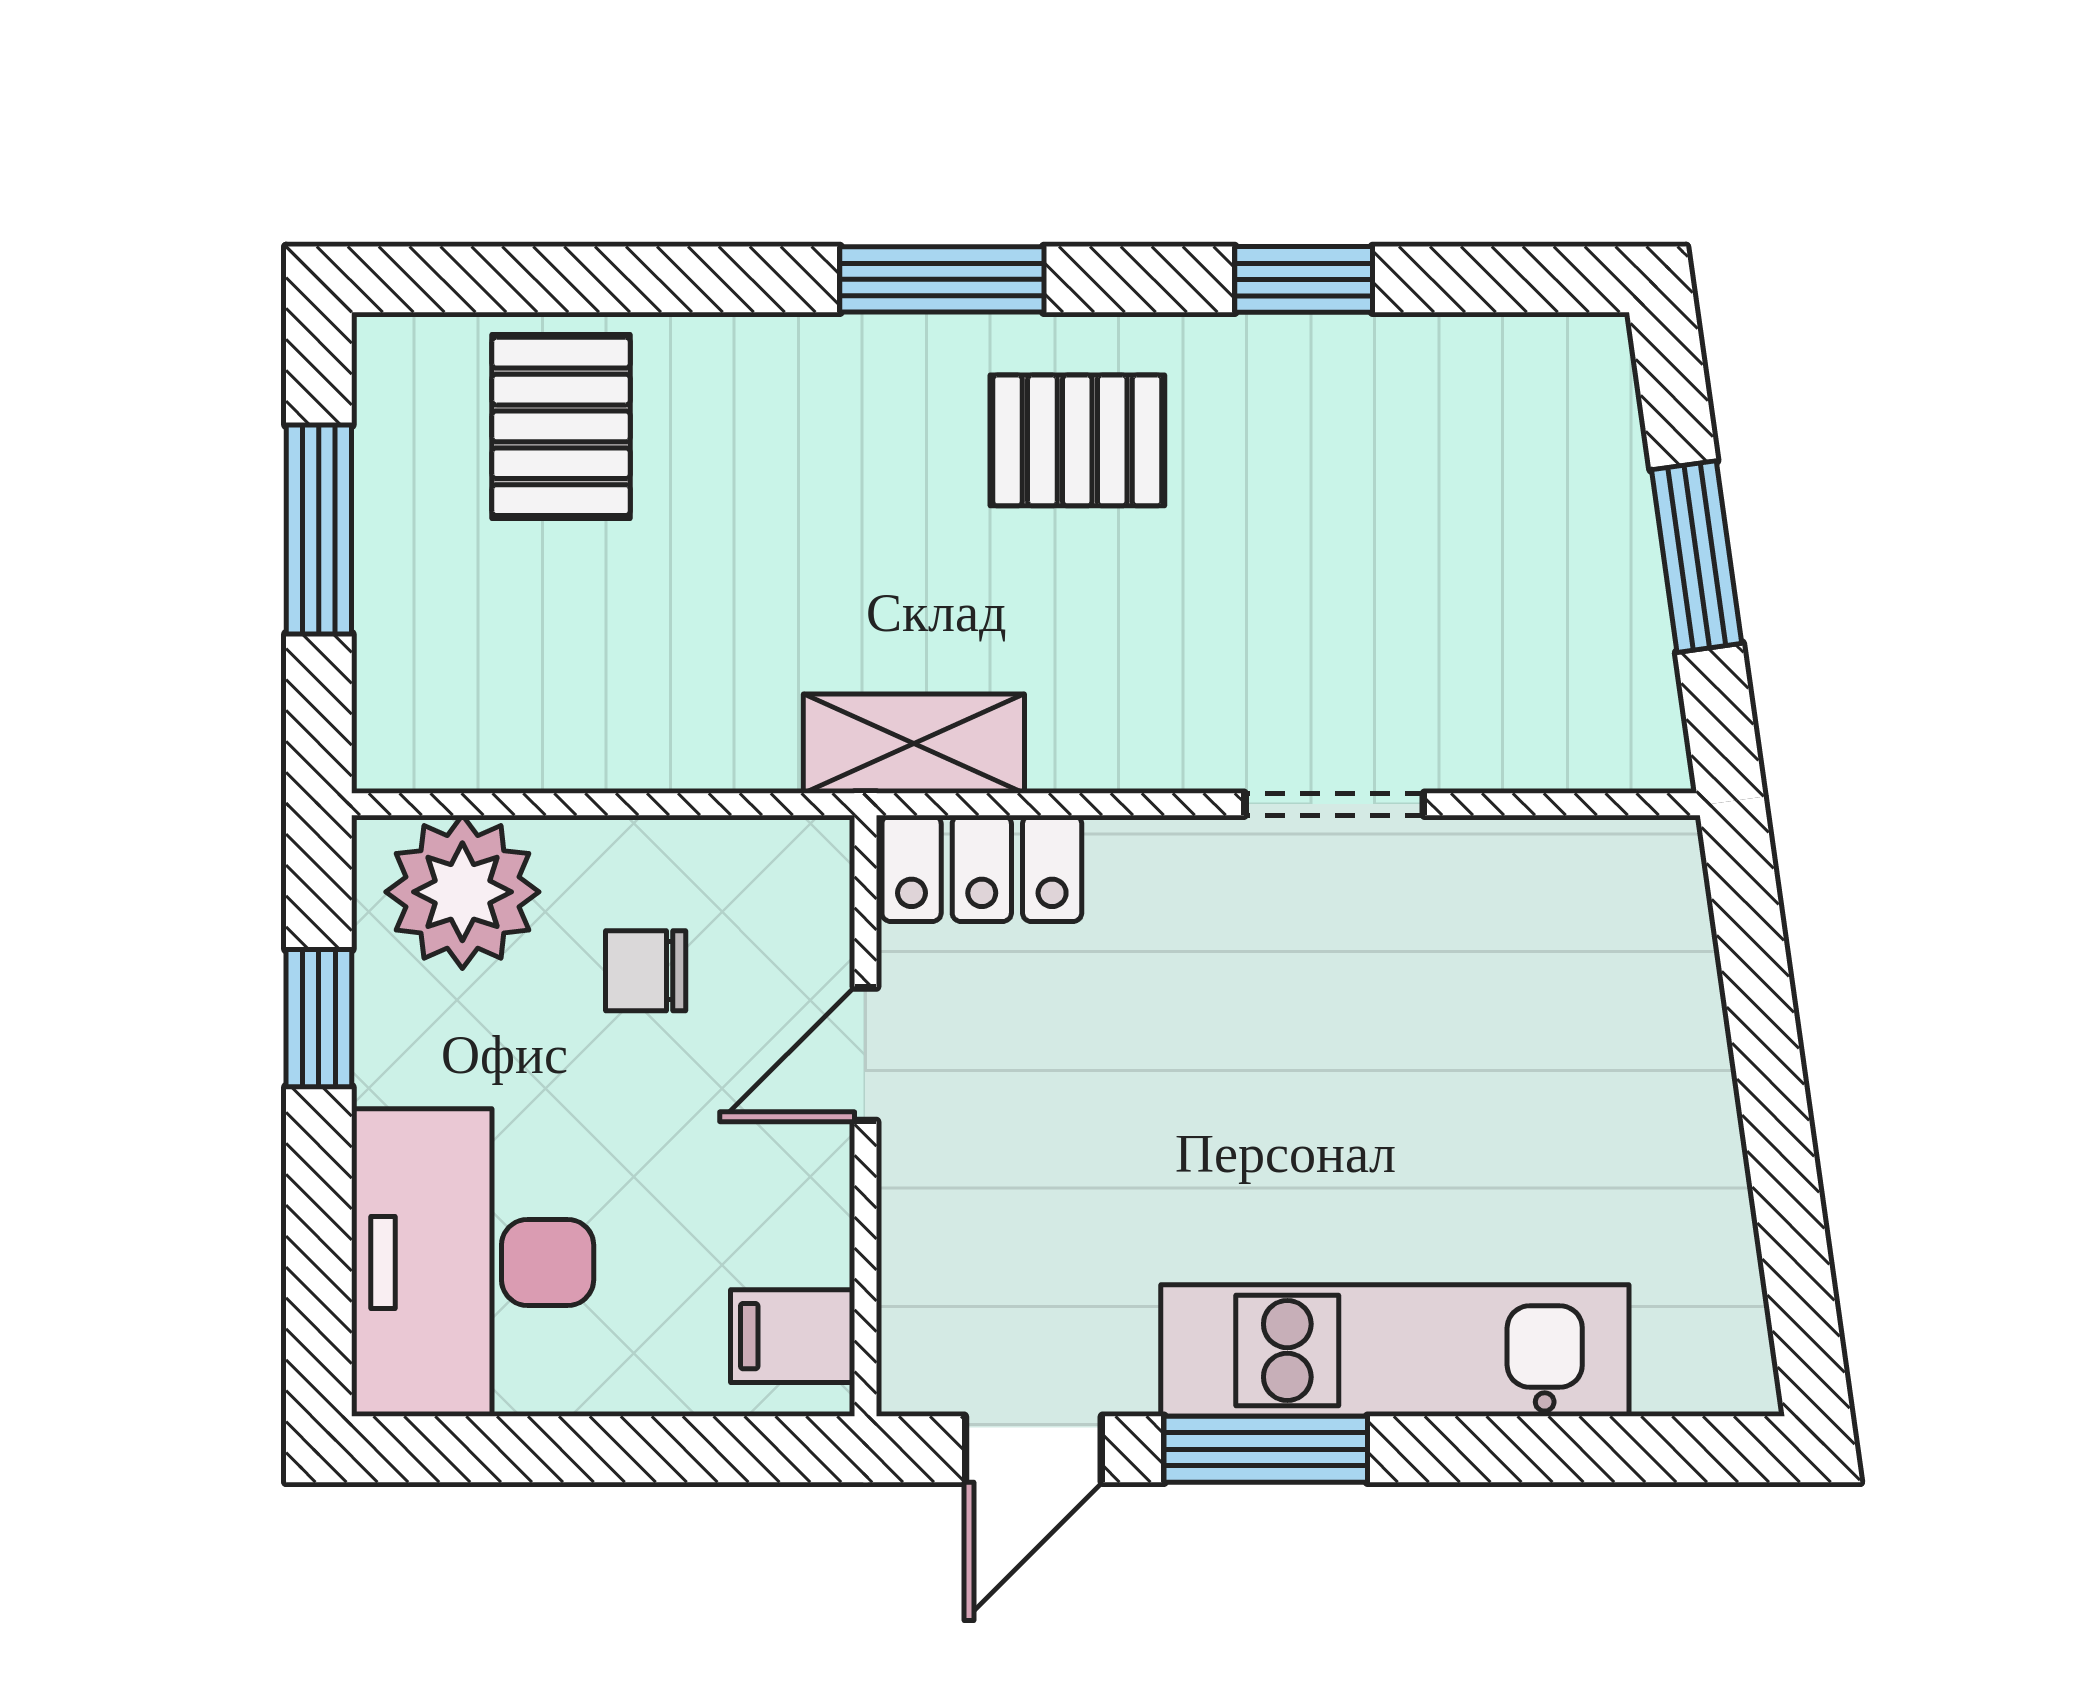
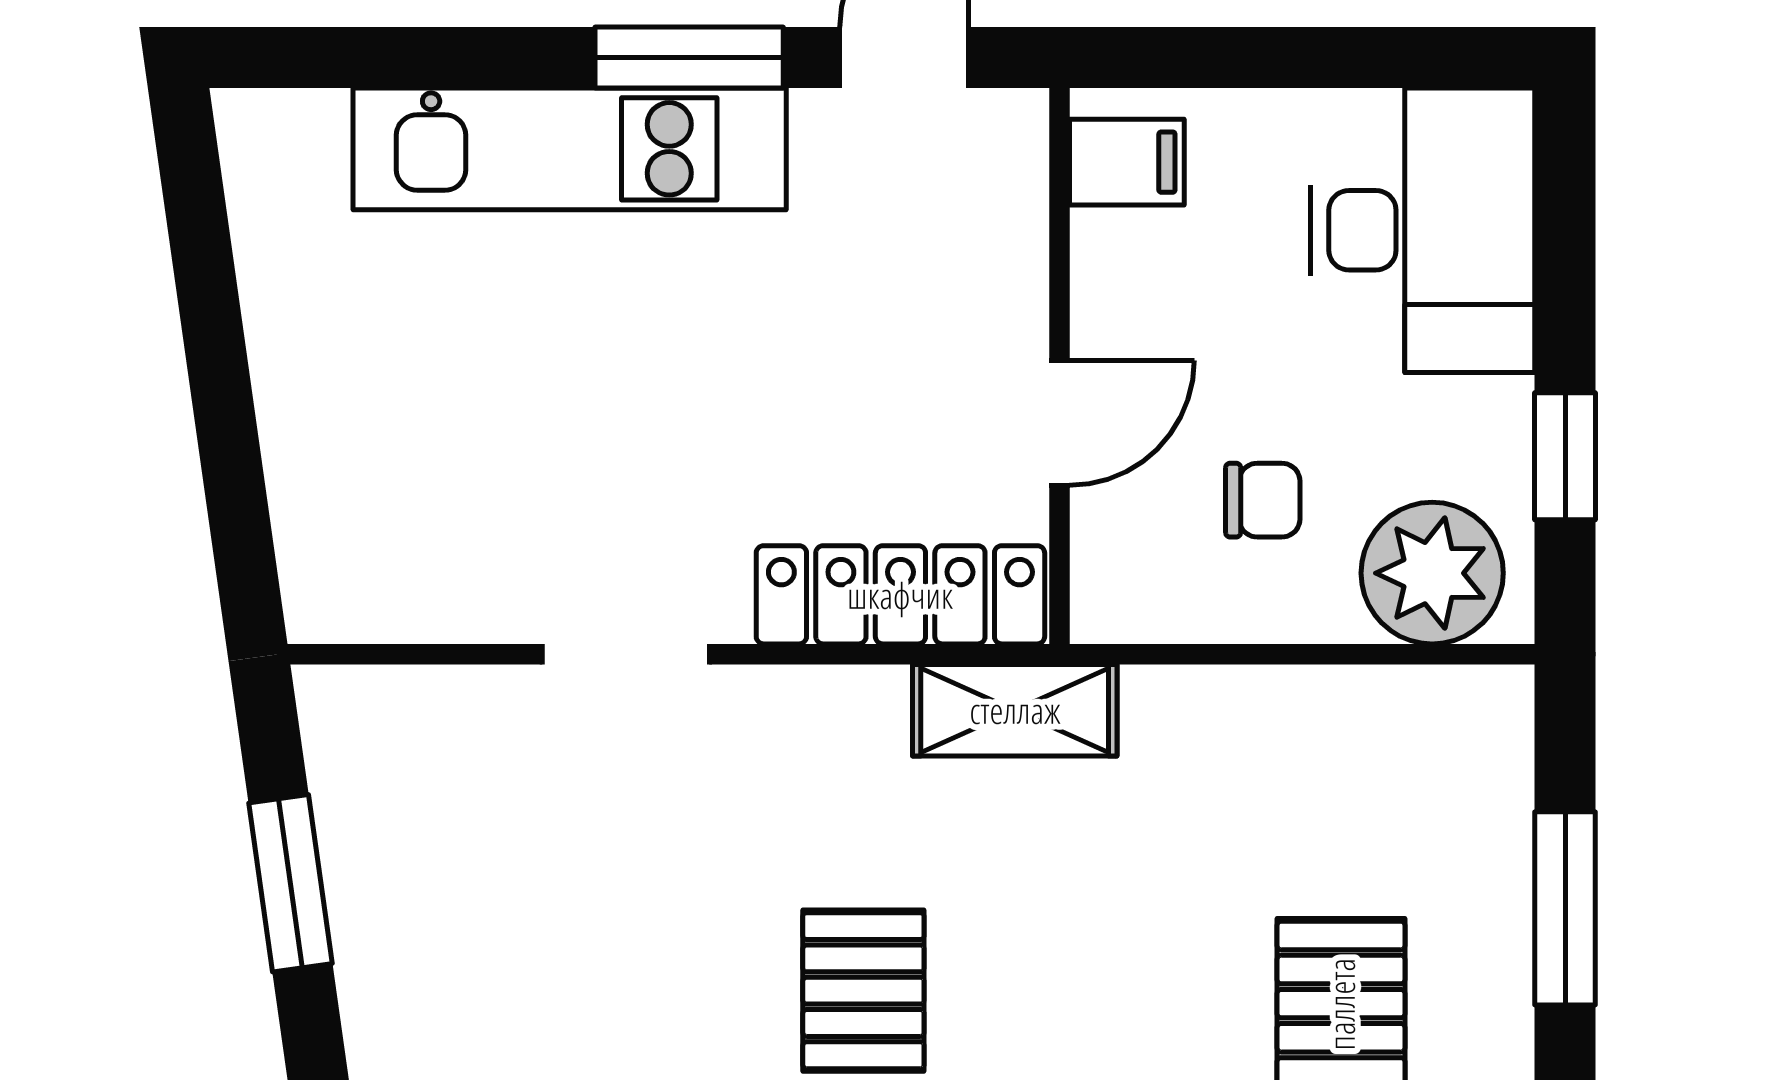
pallet: (1077, 440) -> (863, 991), turned 90
locker: (982, 868) -> (900, 595), width x1.53

